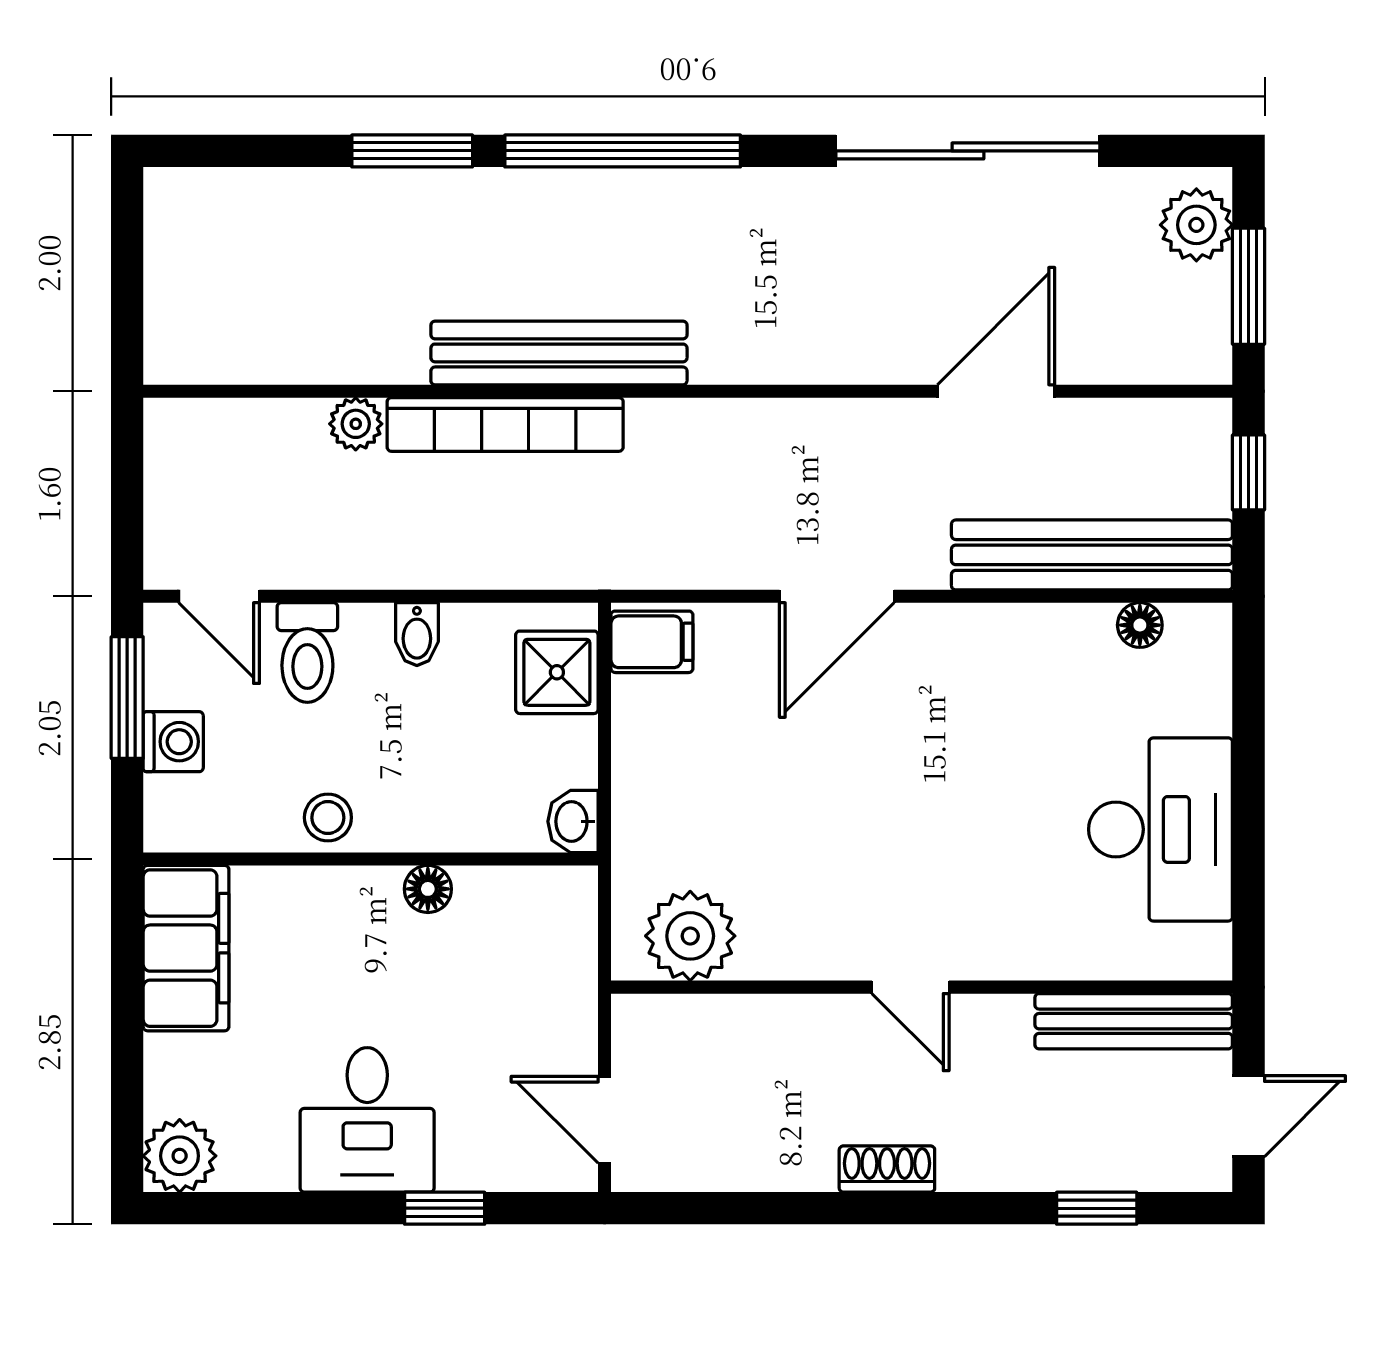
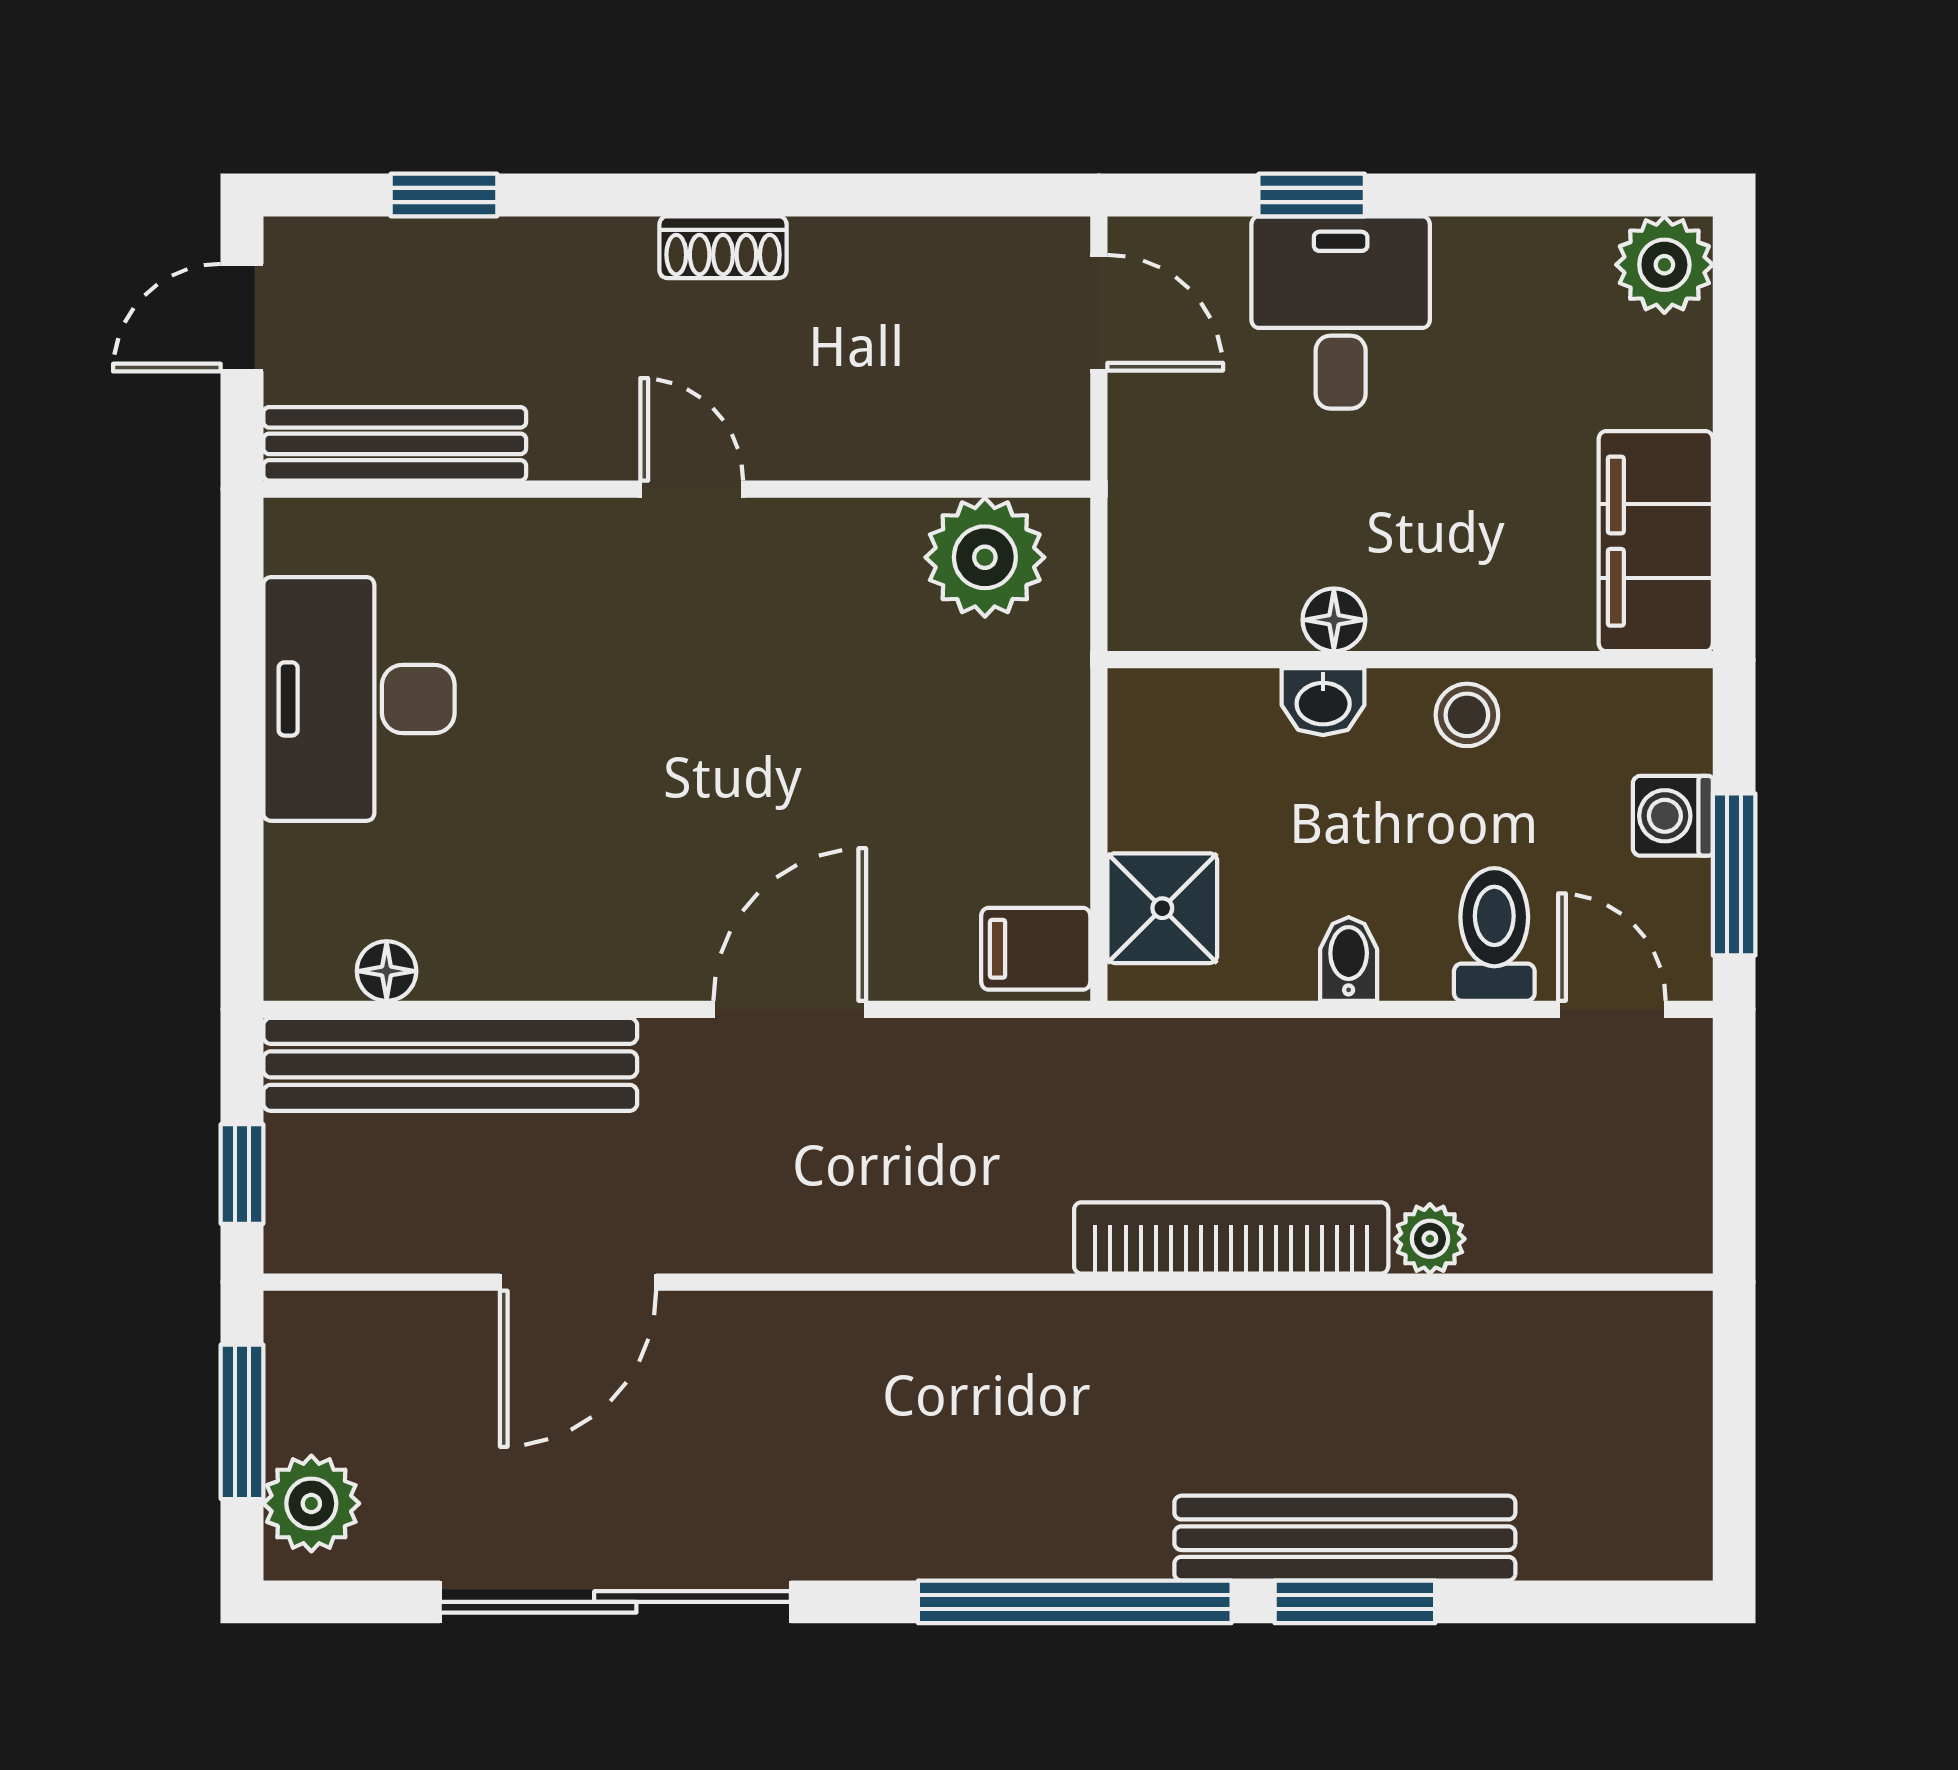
bench: (559, 353) -> (1345, 1538), moved
washbasin: (573, 821) -> (1323, 702), moved, turned 90
desk: (367, 1120) -> (1341, 313), moved

